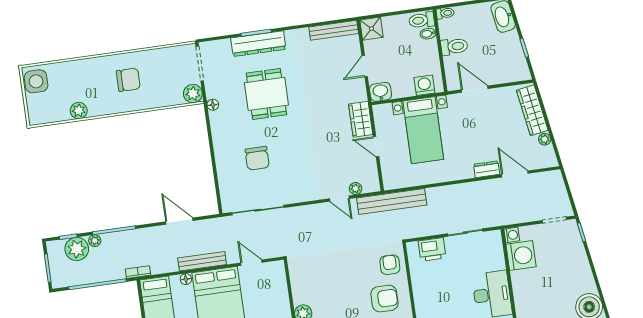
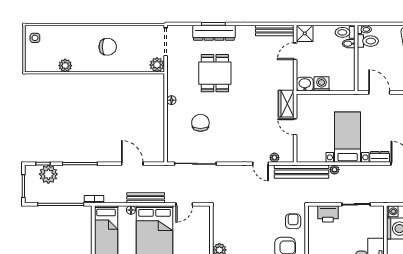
toilet: (454, 46) -> (368, 41), moved
door: (365, 66) -> (295, 51), moved
side table: (36, 81) -> (35, 38), width x0.54, depth x0.54
washing machine: (424, 85) -> (321, 84), moved
floor lamp: (213, 105) -> (171, 100), moved
bed with nightstands: (423, 130) -> (348, 137), moved, turned 180
chair: (257, 158) -> (200, 123), turned 180
plant: (95, 241) -> (334, 170), moved
door: (251, 263) -> (184, 204), swing flipped

